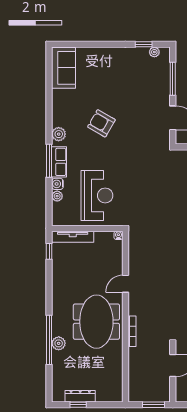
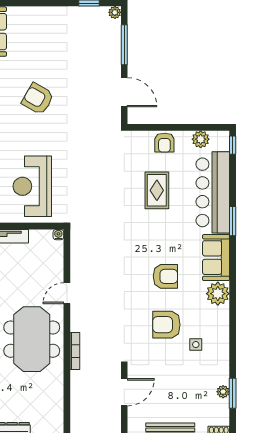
plant: (154, 52) -> (115, 12), moved
reception desk: (97, 195) -> (32, 186), turned 180

